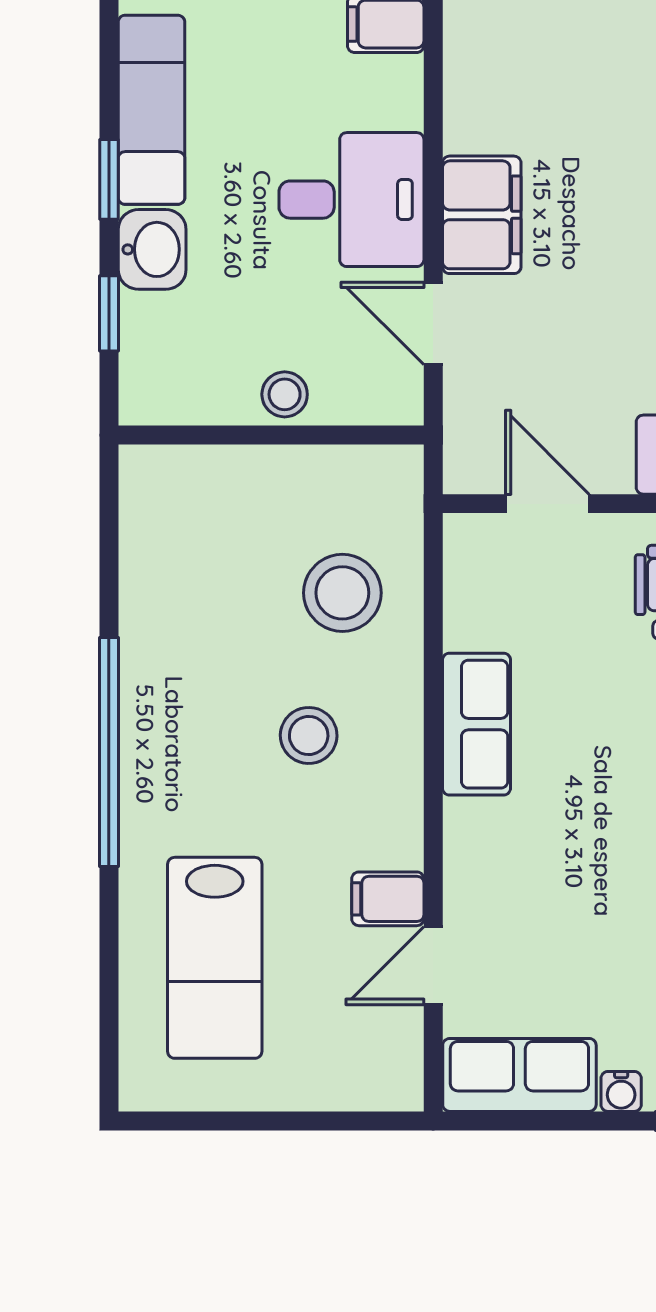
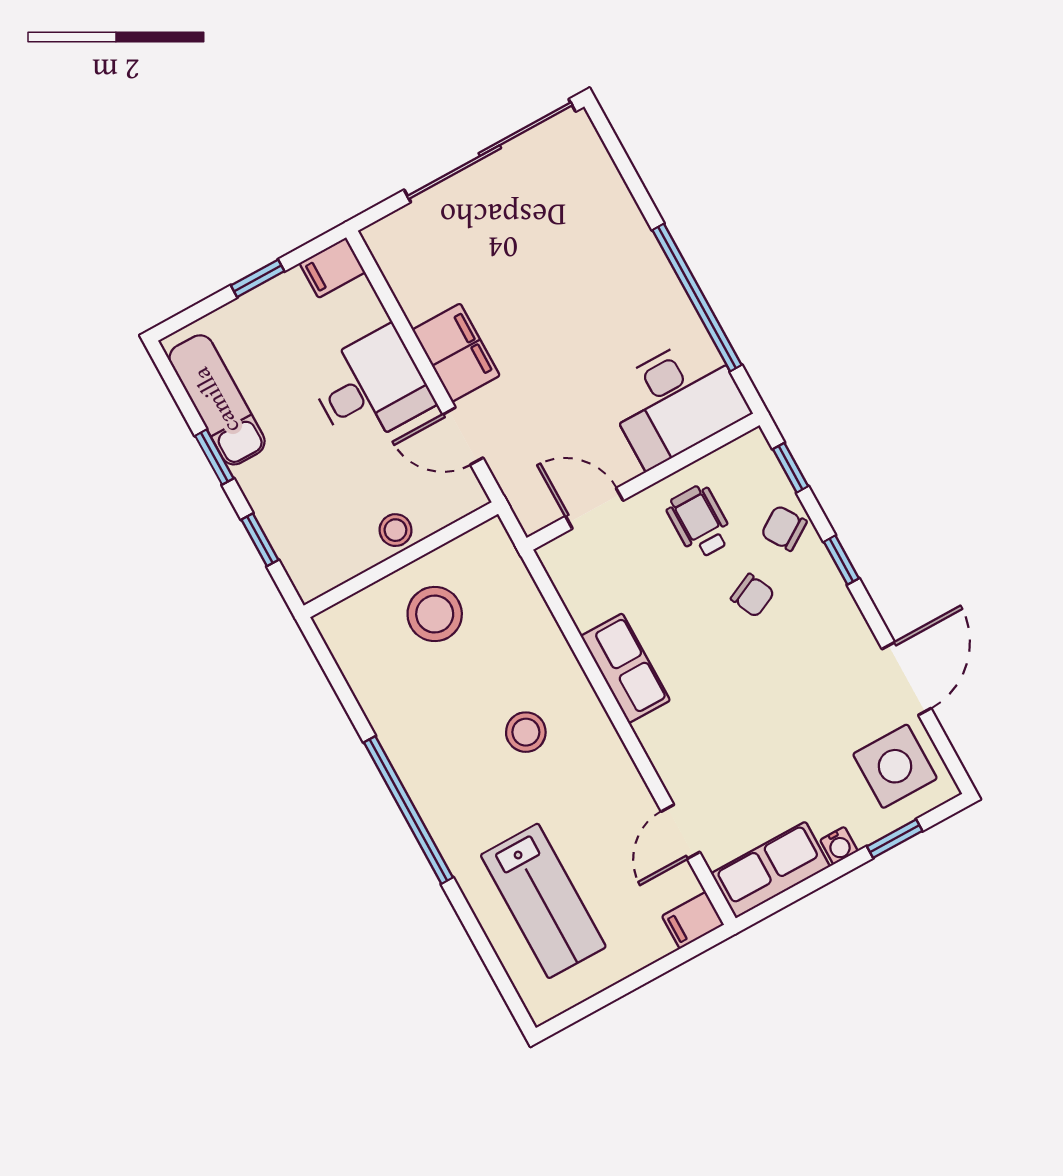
washbasin: (152, 249) -> (265, 486), removed
stool: (342, 593) -> (435, 614), moved
filing cabinet: (388, 899) -> (693, 920), moved

